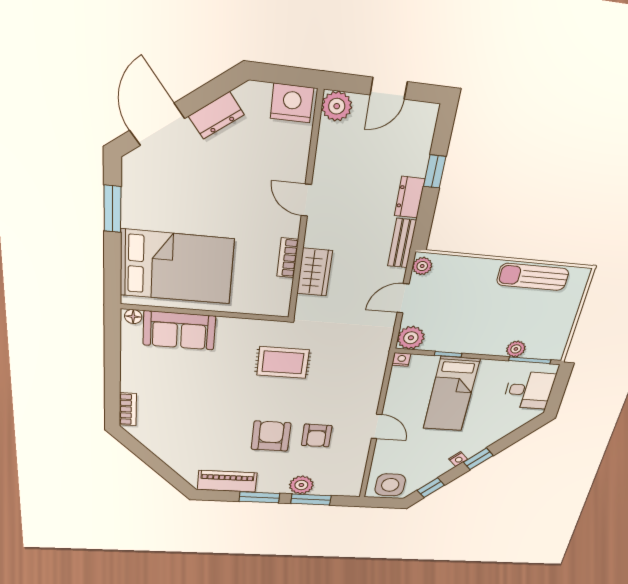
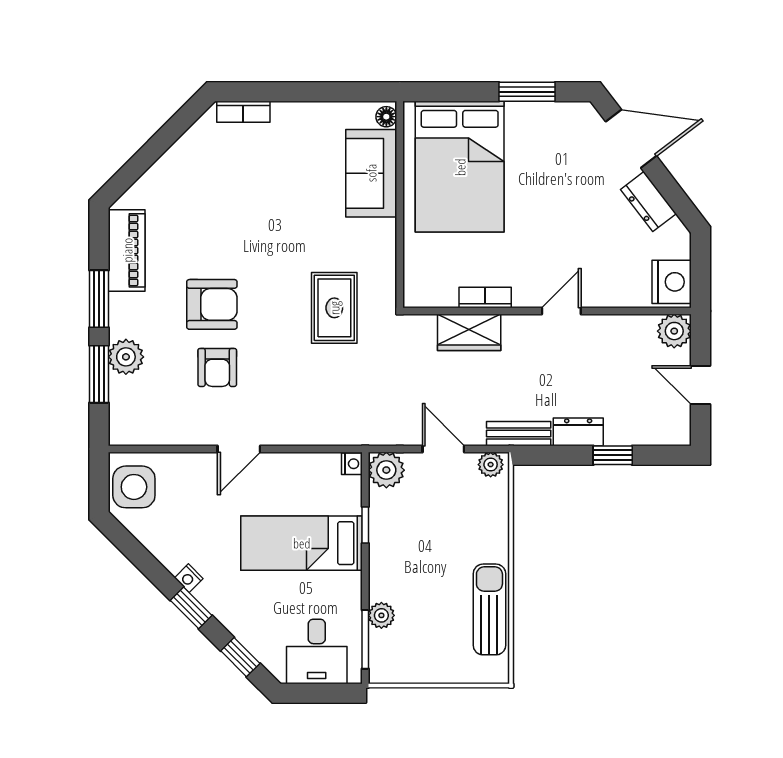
armchair: (317, 436) -> (217, 367), turned -90
window: (431, 488) -> (240, 657), moved

